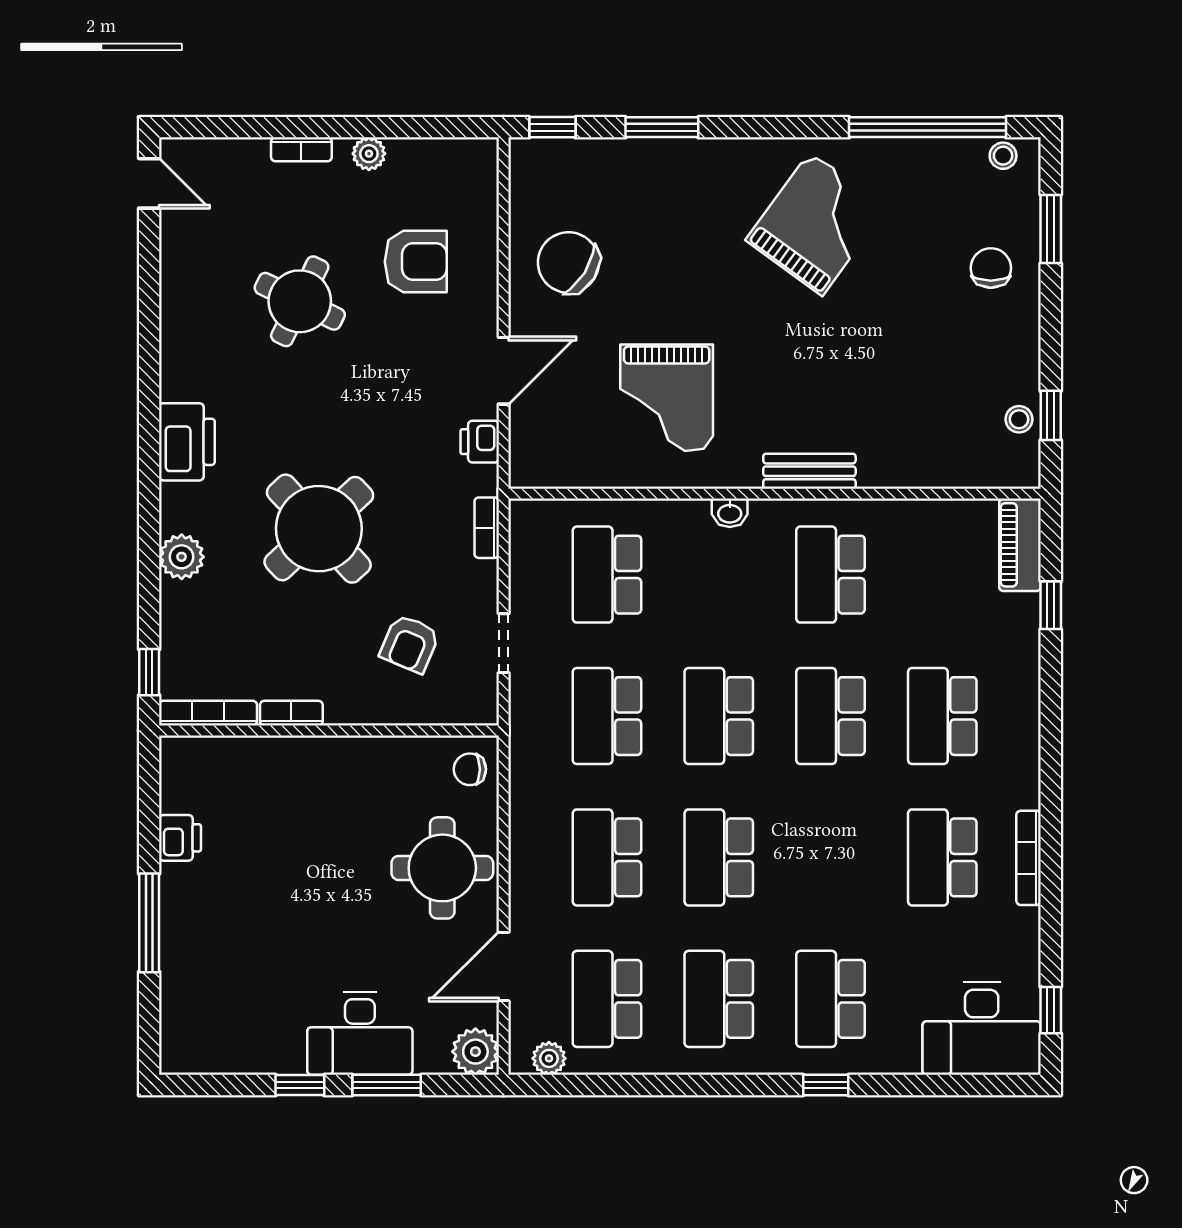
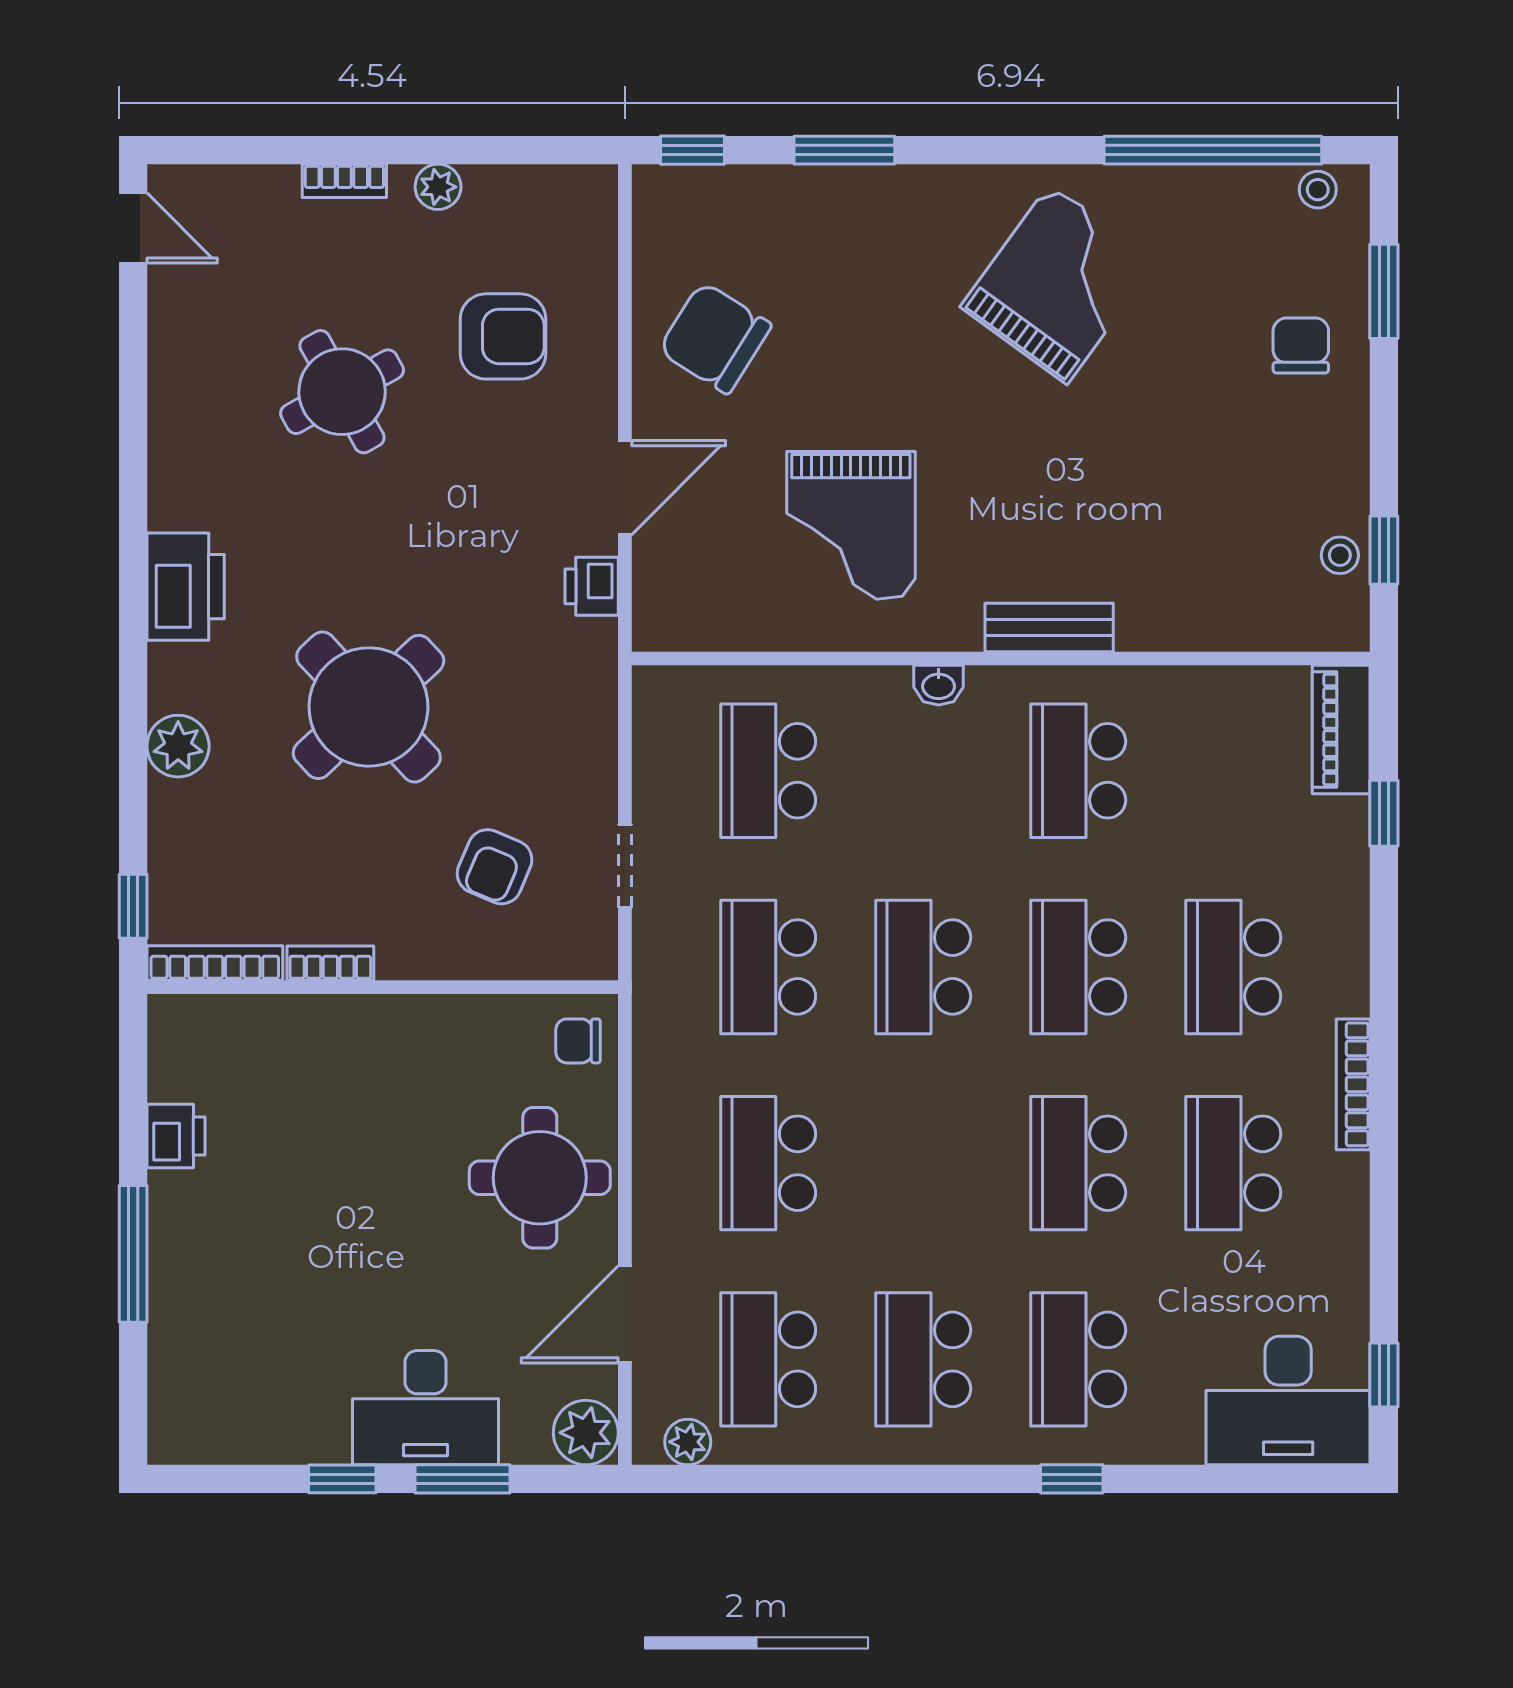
round table: (300, 301) -> (342, 392), turned 35
bookcase: (487, 528) -> (601, 706), removed
school desk: (719, 857) -> (1078, 1163), moved
bookcase: (1029, 858) -> (1353, 1084), moved

